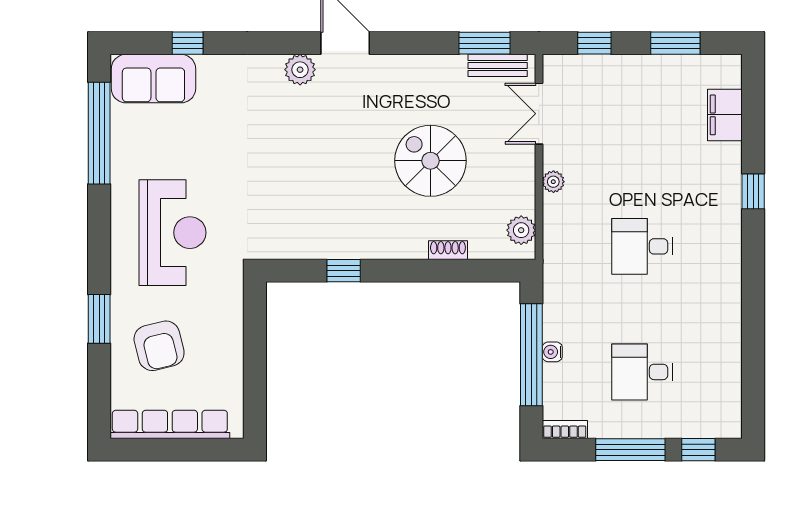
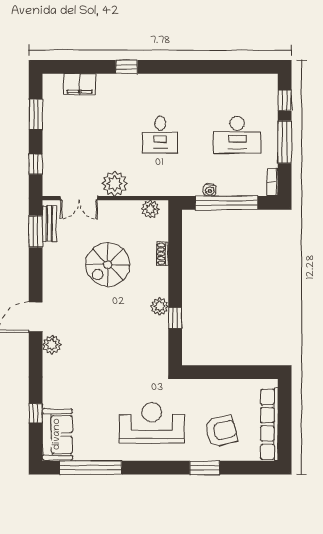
plant: (553, 182) -> (115, 183), width x1.88, depth x1.88
plant: (362, 245) -> (160, 306), added
water cooler: (552, 352) -> (210, 190), moved
desk: (642, 372) -> (237, 135), width x1.37

